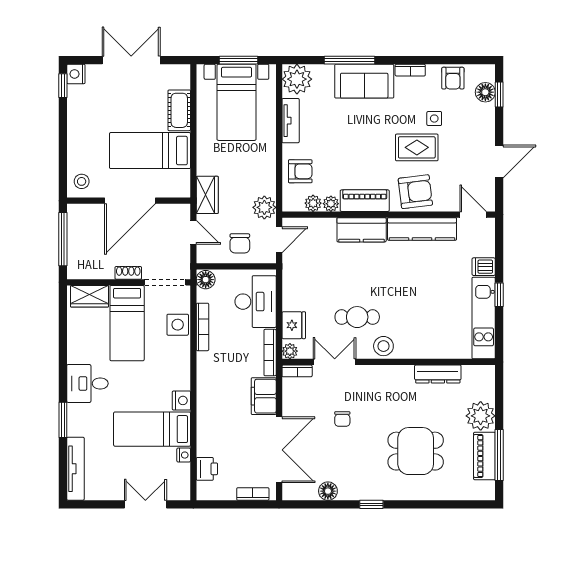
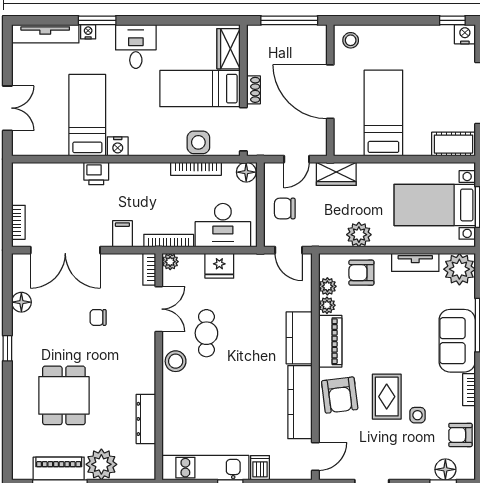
cot: (179, 110) -> (453, 144), moved
armchair: (300, 171) -> (361, 273), turned 90
plant: (264, 207) -> (359, 235), moved
fridge: (294, 325) -> (219, 266), moved
filing cabinet: (264, 396) -> (122, 234), width x0.50
nightstand: (184, 455) -> (88, 32), moved, turned 180
printer: (207, 469) -> (96, 173), moved

